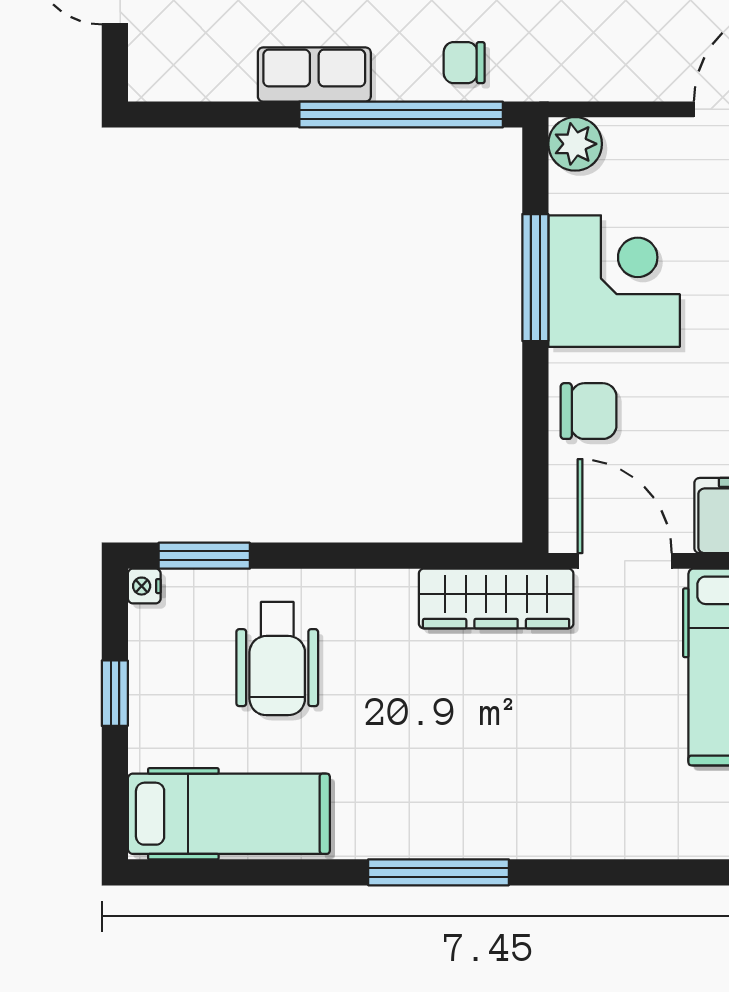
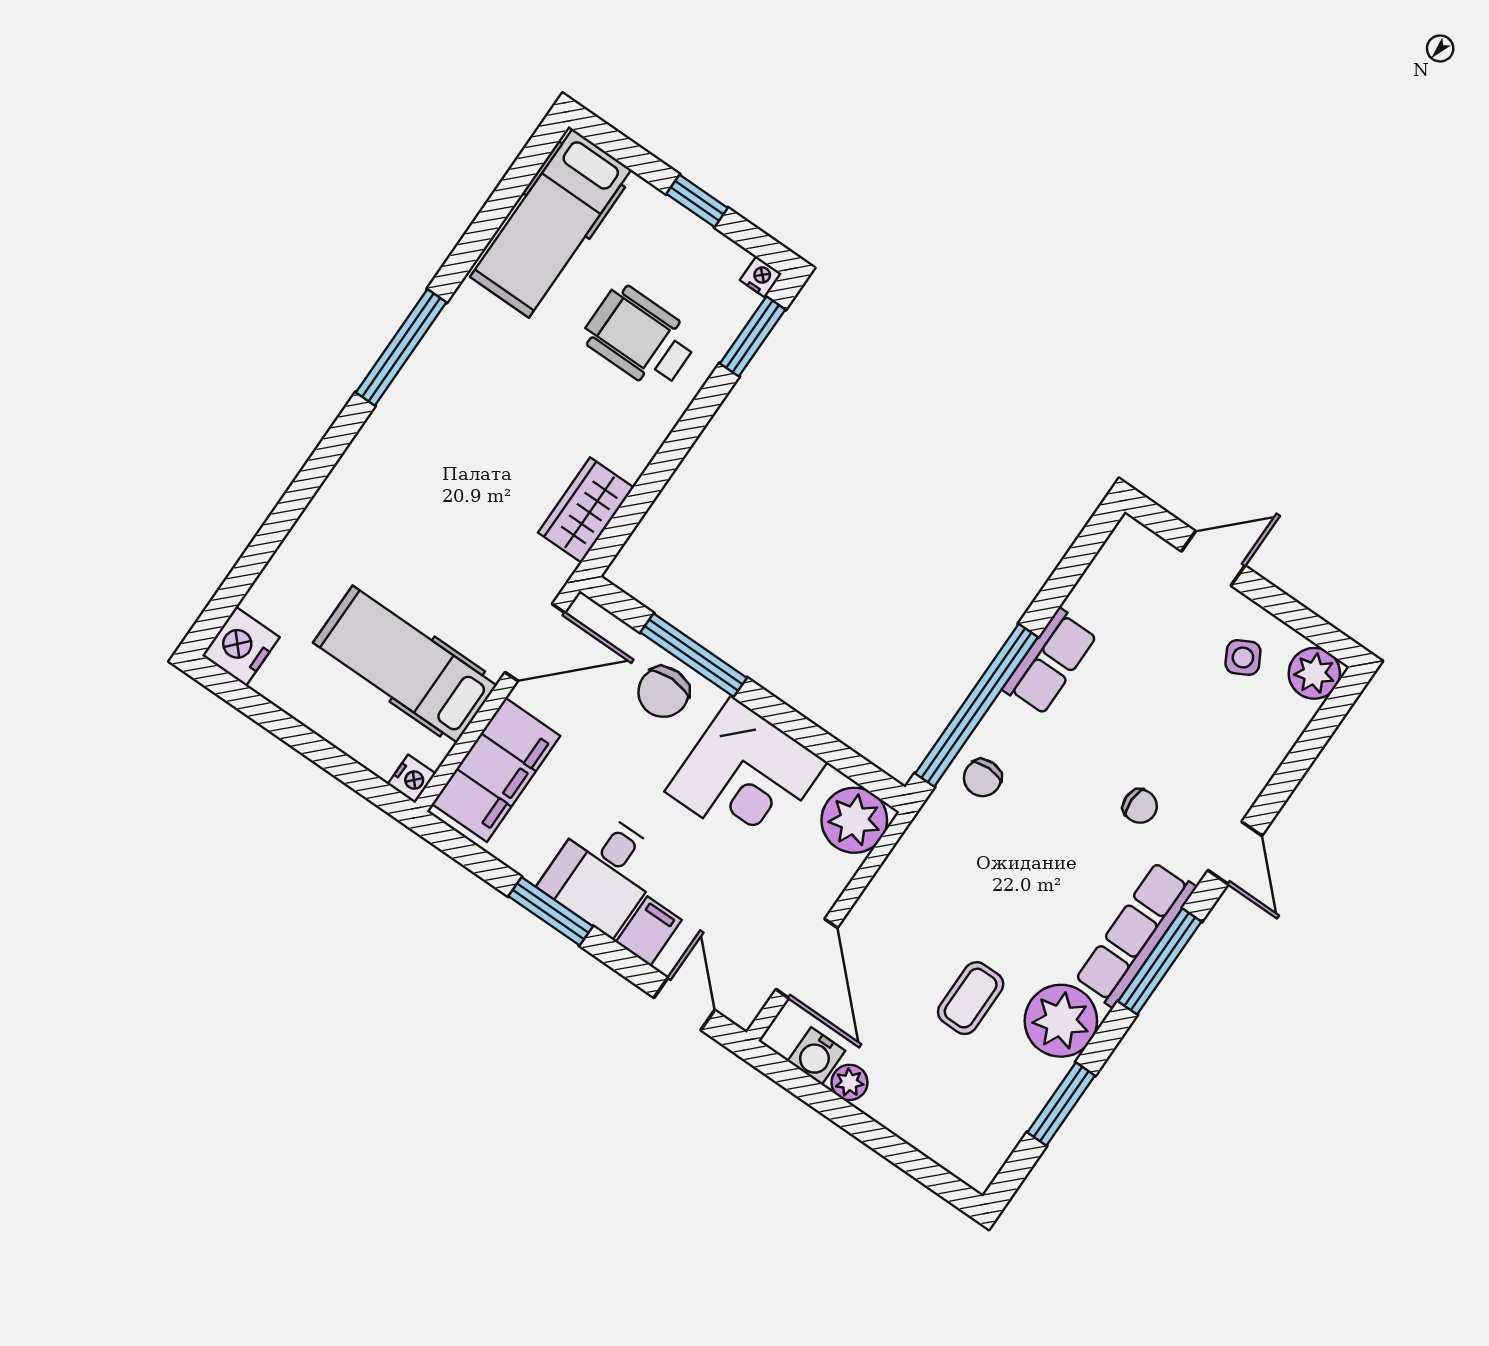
chair: (464, 63) -> (982, 778), turned 180
plant: (575, 144) -> (854, 820), width x1.36, depth x1.36
window: (535, 278) -> (694, 655), moved
wardrobe: (496, 599) -> (586, 510), width x0.67

